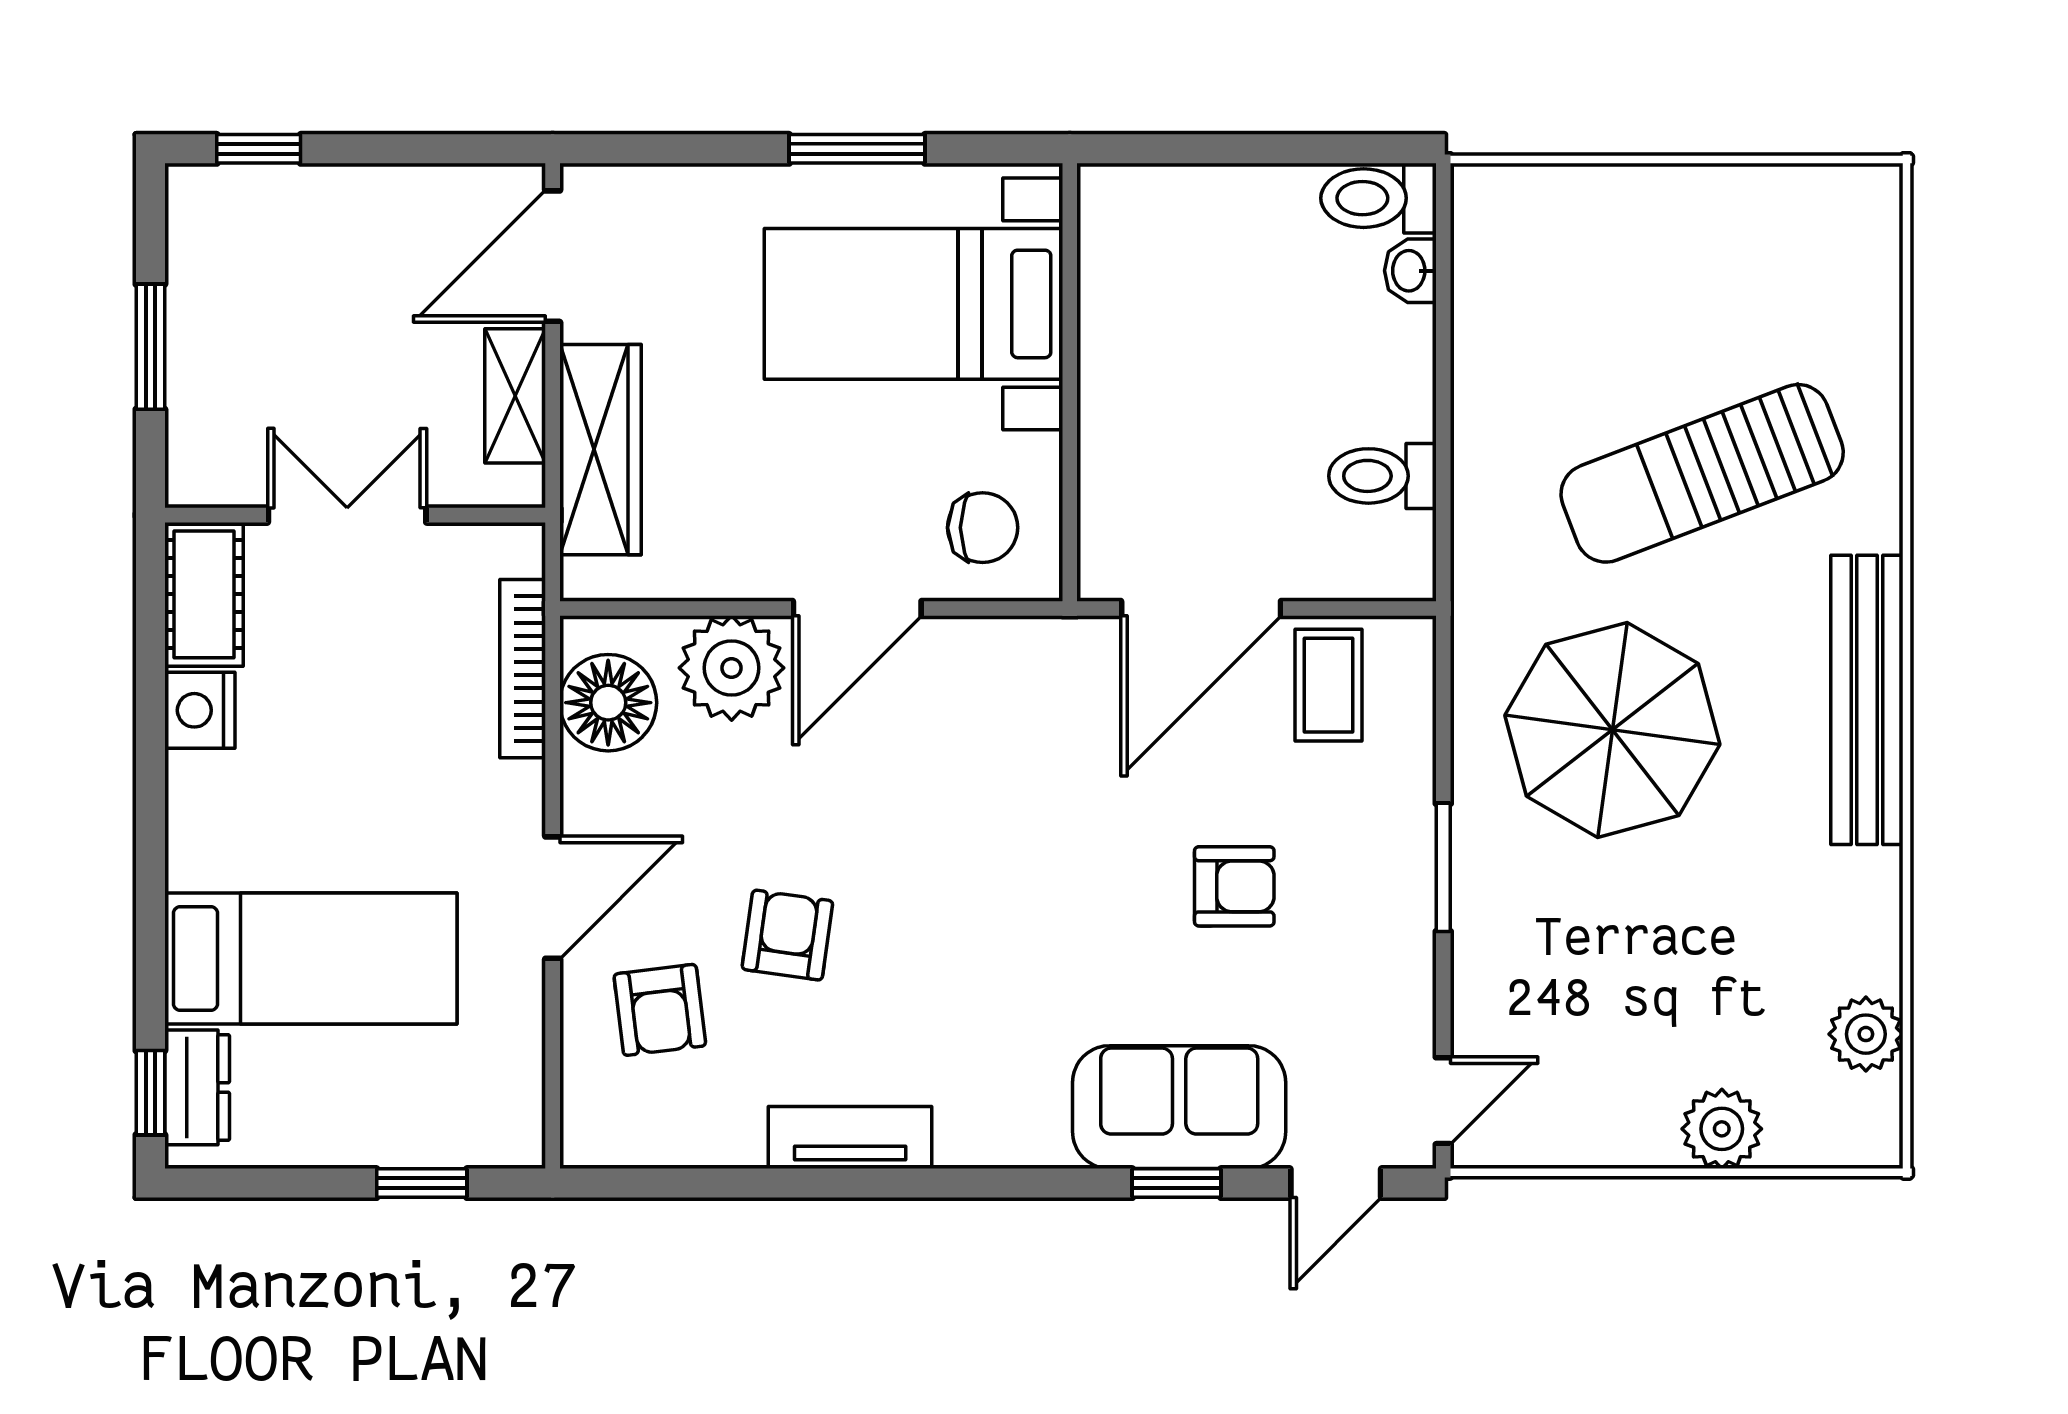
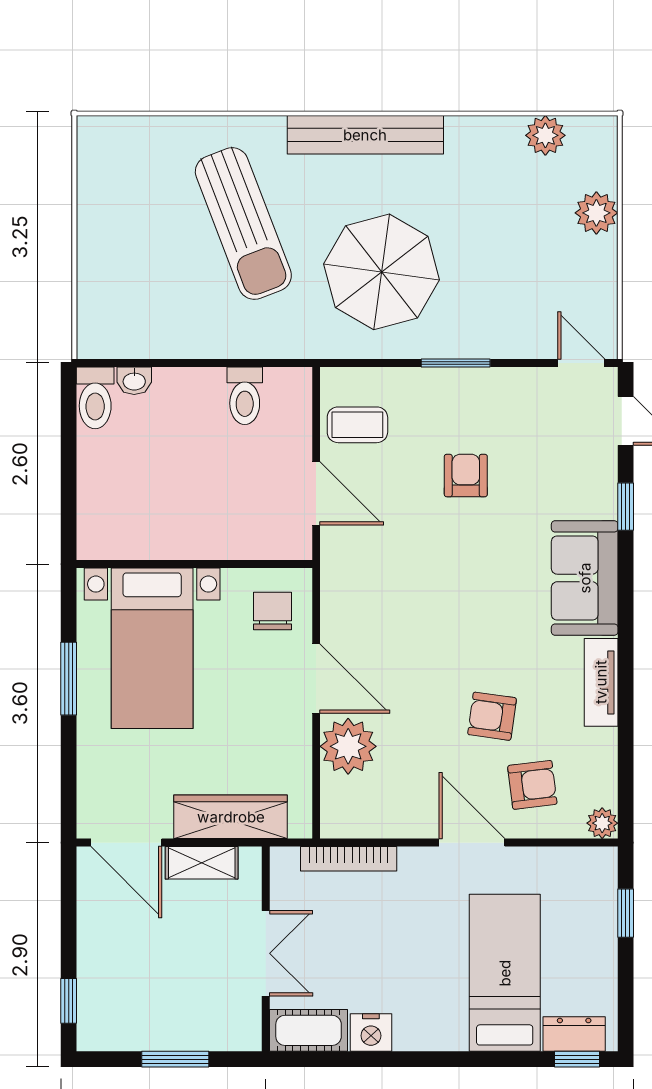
double door: (347, 515) -> (266, 953), swing flipped
door: (1201, 608) -> (316, 493), width x0.73
floor lamp: (608, 703) -> (367, 813), removed
sofa: (1179, 1107) -> (585, 578), moved
plant: (589, 1140) -> (602, 823), added

